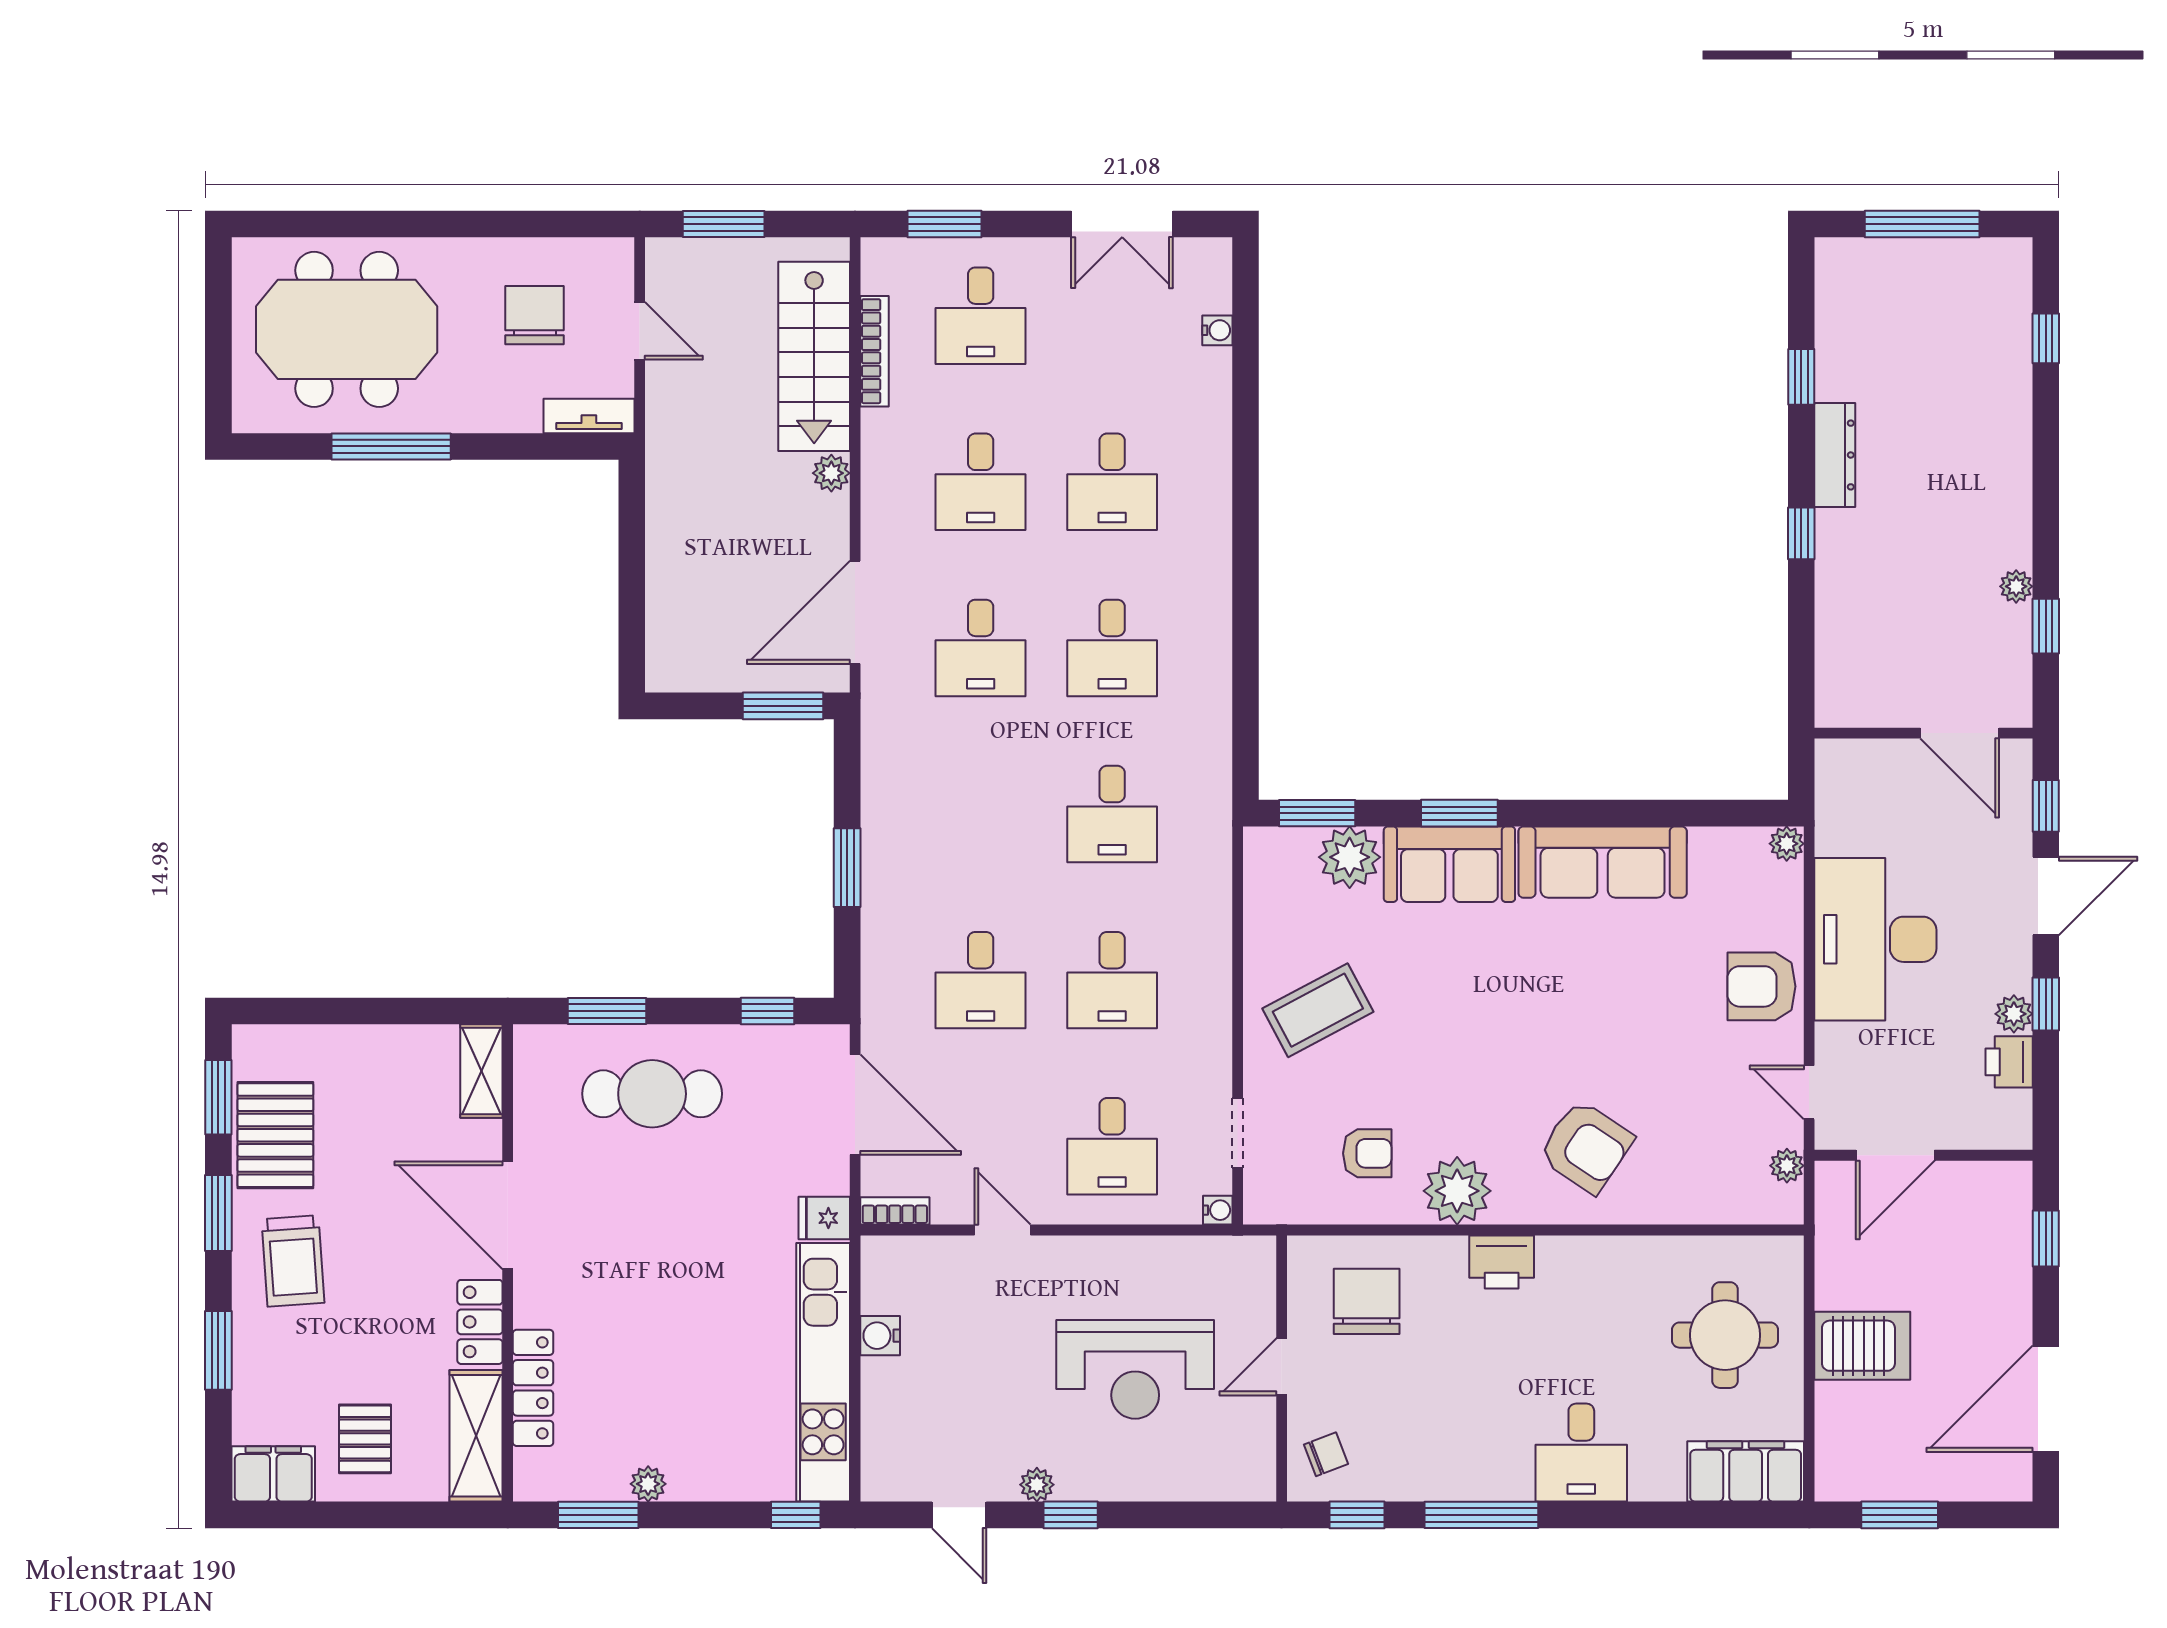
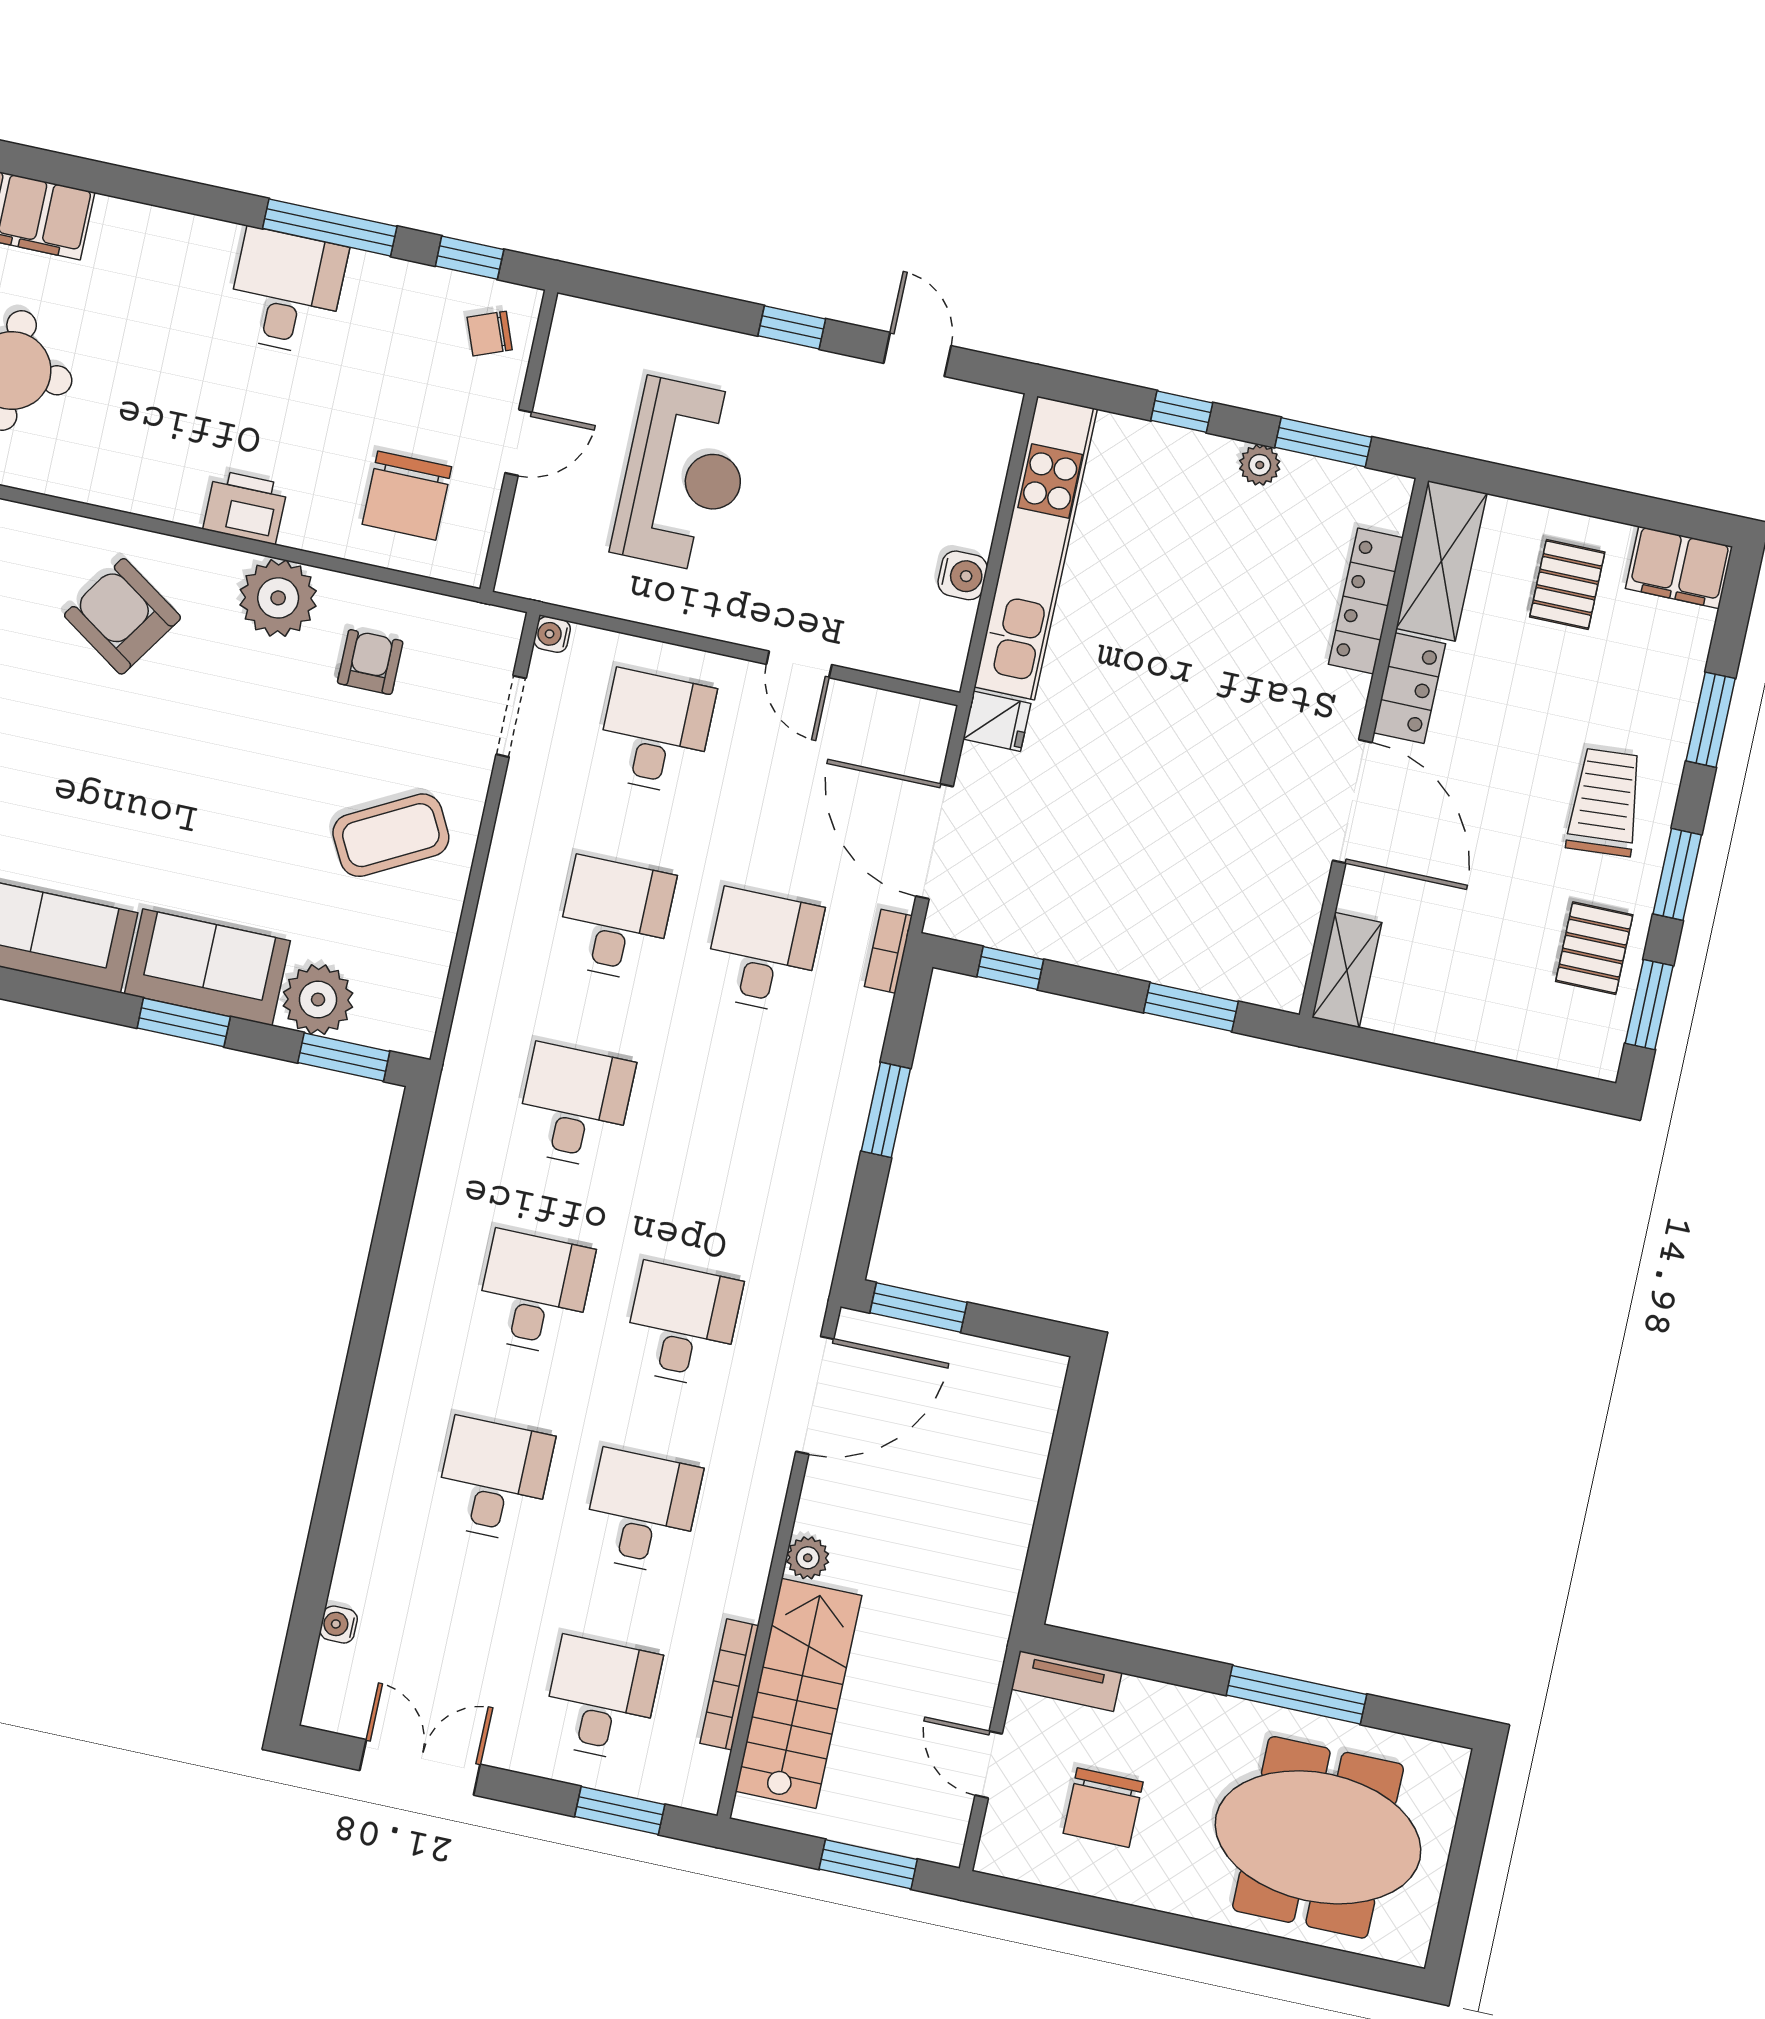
cafe table: (652, 1094) -> (1160, 903), removed
pallet: (275, 1135) -> (1594, 948), width x0.67, depth x0.71
armchair: (1367, 1153) -> (370, 662), turned 90
bookcase: (895, 1211) -> (888, 951), moved, turned 90
reception desk: (1135, 1369) -> (684, 475), turned 90
desk: (1581, 1453) -> (287, 291), moved
plant: (1037, 1485) -> (823, 370), removed
window: (796, 1515) -> (1182, 412), moved

